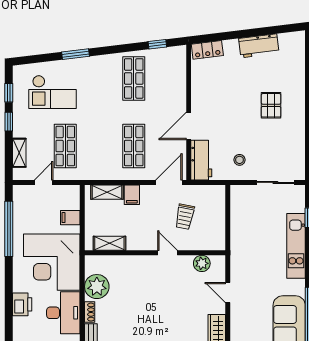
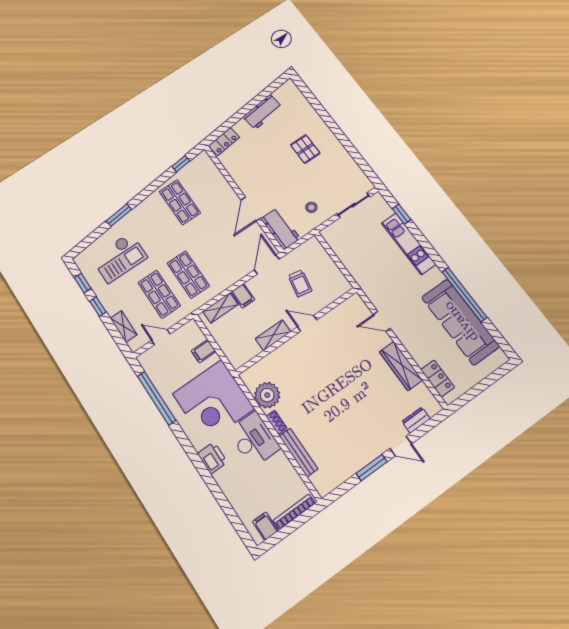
shop shelf: (134, 146) -> (188, 275), moved
door: (44, 182) -> (161, 337), hinge flipped
shelving: (109, 243) -> (273, 335), moved
plant: (202, 263) -> (342, 312), removed

